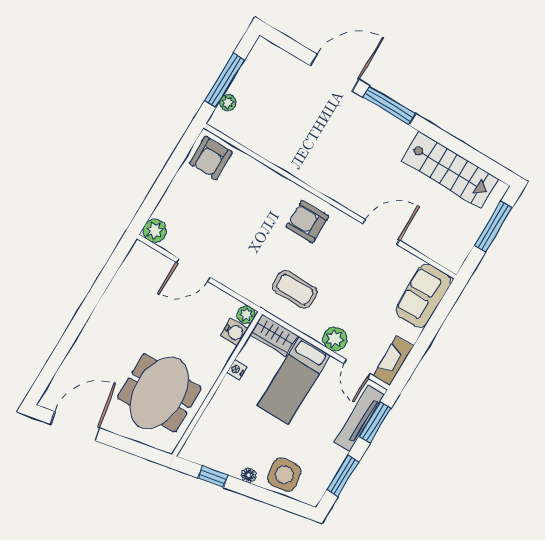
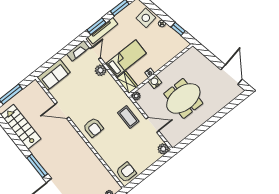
coffee table: (295, 289) -> (128, 117), moved
water cooler: (234, 332) -> (155, 82), moved
meeting table: (159, 393) -> (183, 98), moved
door: (75, 426) -> (232, 75), swing flipped

